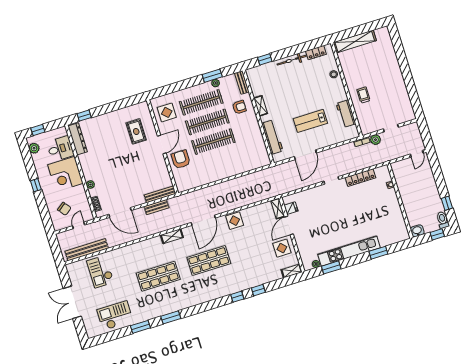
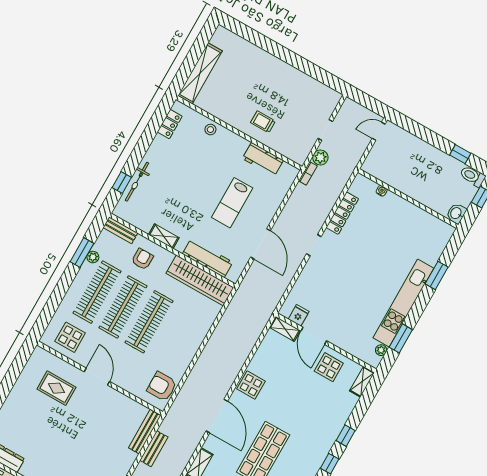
bicycle: (292, 60) -> (137, 182), moved
wardrobe: (258, 145) -> (200, 280), added
door: (417, 154) -> (379, 131), swing flipped
armchair: (181, 159) -> (162, 387), moved

